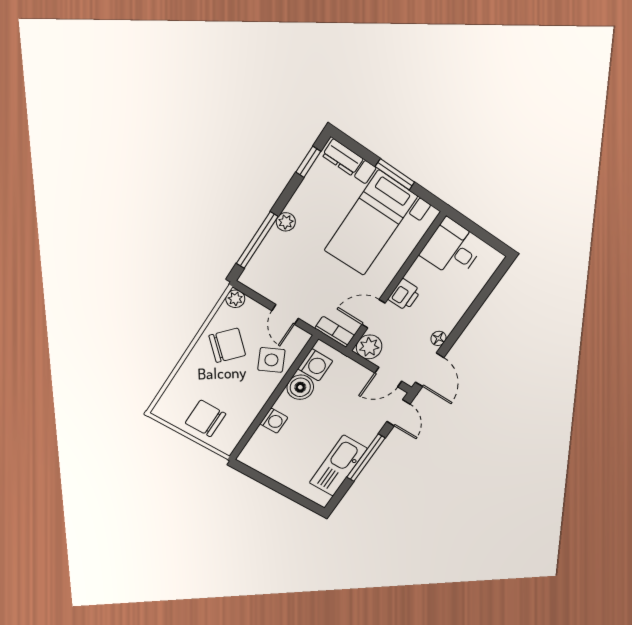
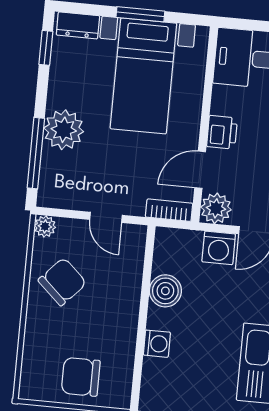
plant: (286, 222) -> (64, 130), width x1.87, depth x1.87
side table: (271, 360) -> (118, 275), removed
washing machine: (315, 365) -> (219, 248), moved, turned 90

